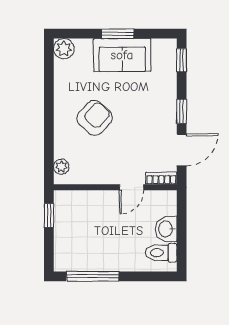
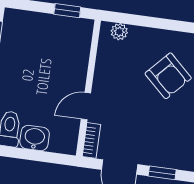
door: (132, 187) -> (86, 106), hinge flipped

